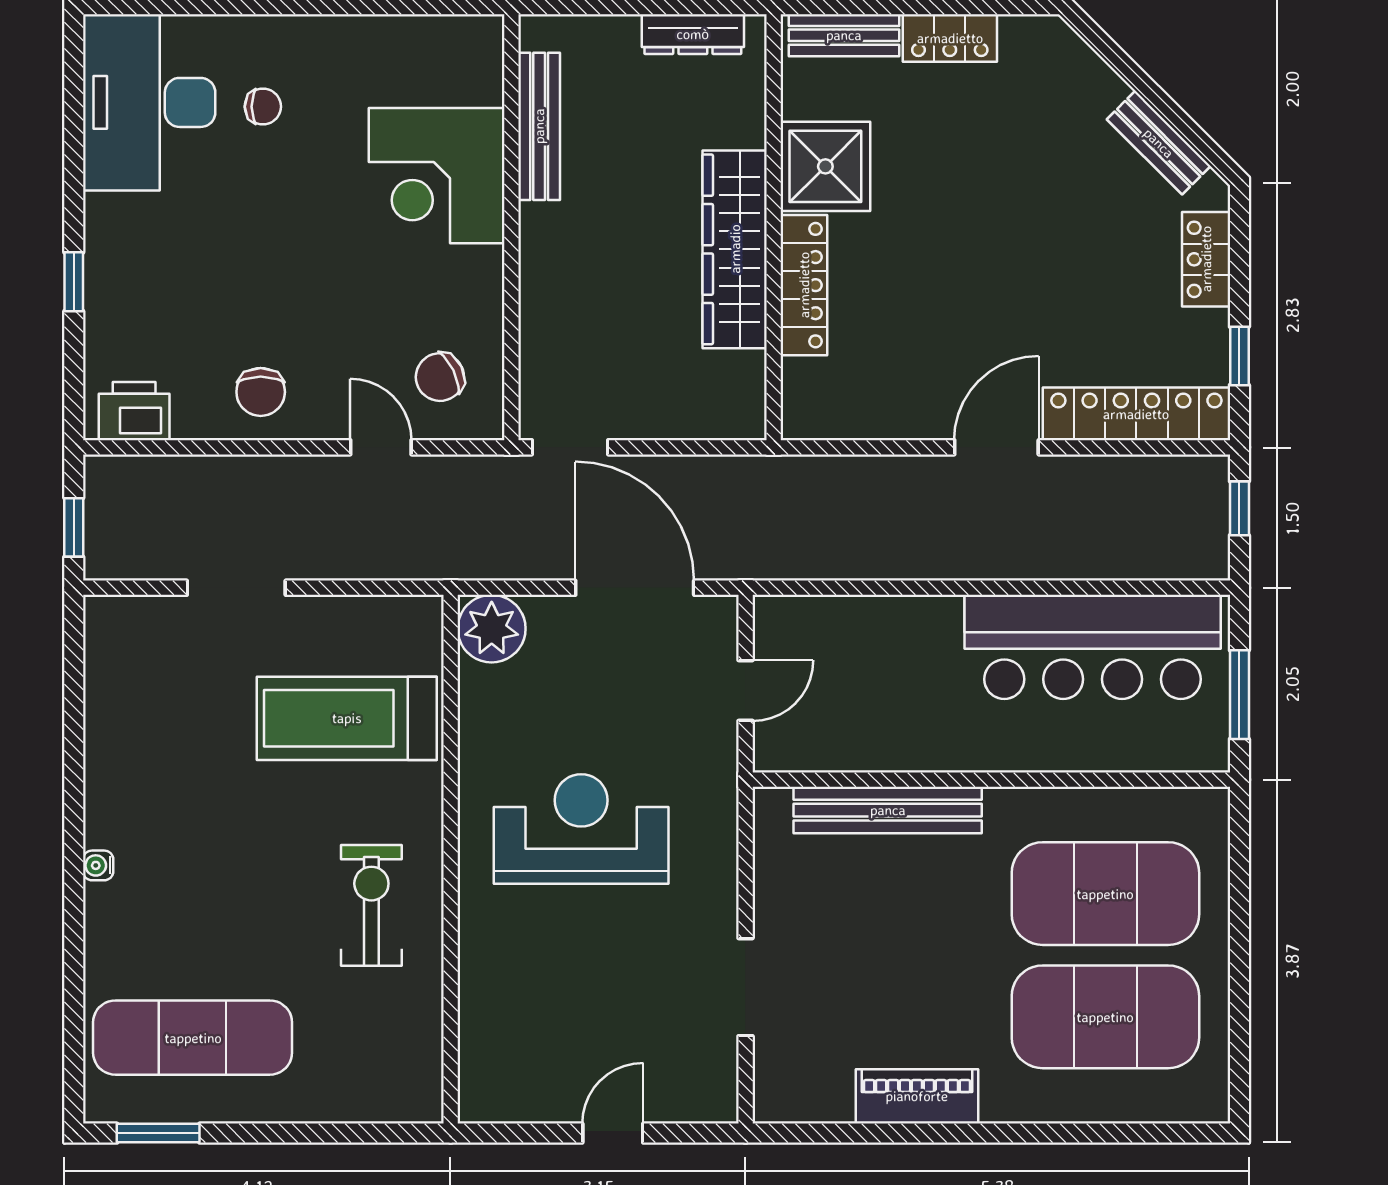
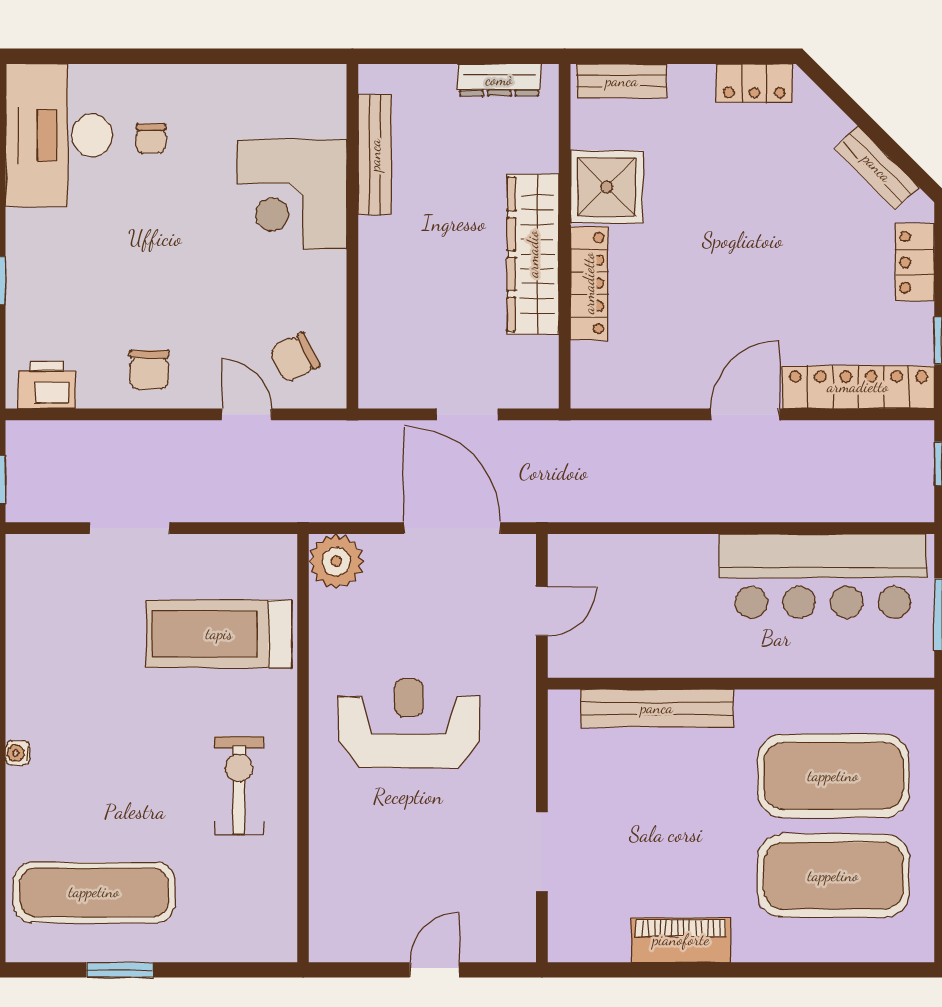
locker: (950, 38) -> (754, 83), moved
chair: (263, 107) -> (151, 138), turned 90
doorway: (570, 447) -> (467, 414), moved
window: (158, 1133) -> (120, 970), moved

